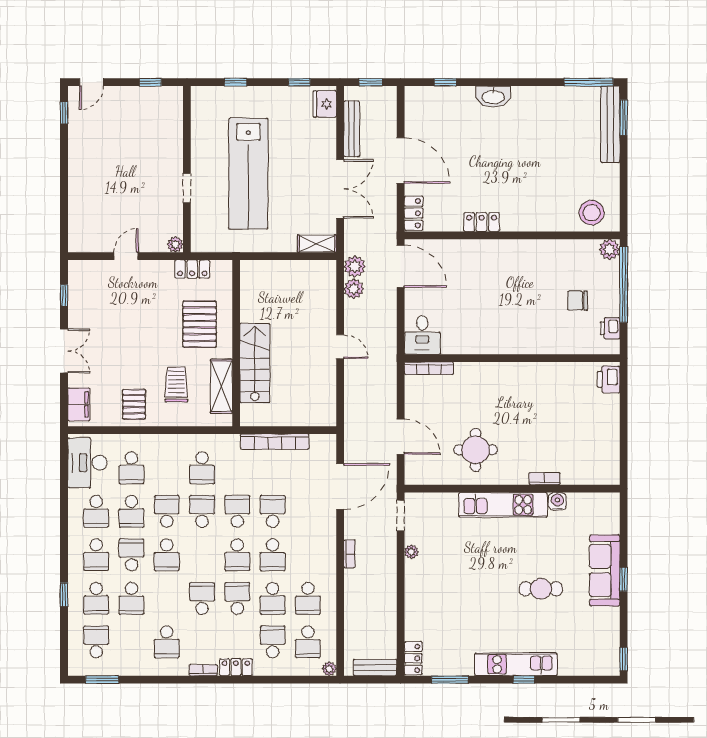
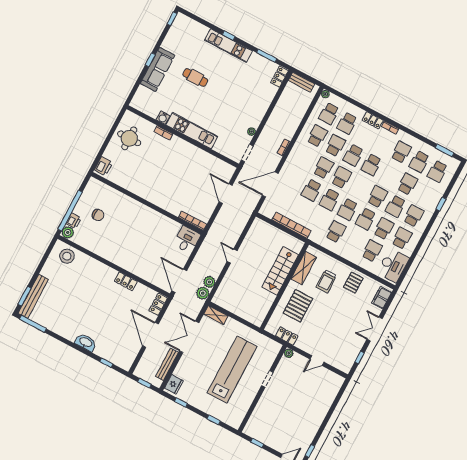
printer: (610, 328) -> (74, 221), moved
round table: (476, 450) -> (129, 138), moved
school desk: (96, 598) -> (419, 162), moved, turned 180
school desk: (308, 642) -> (329, 114), turned 180

